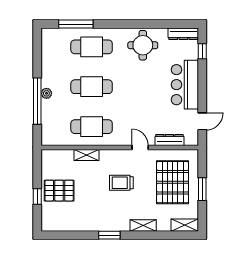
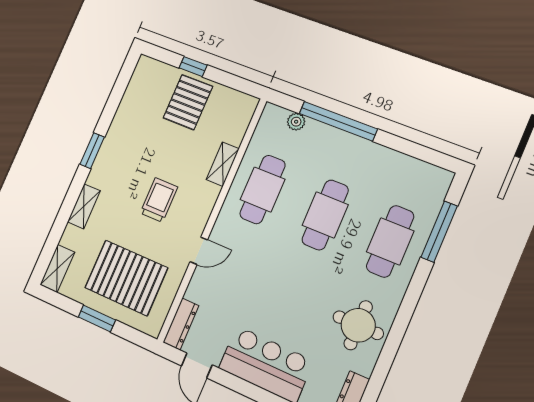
plant: (46, 93) -> (296, 122), moved
dresser: (169, 140) -> (181, 324), moved

